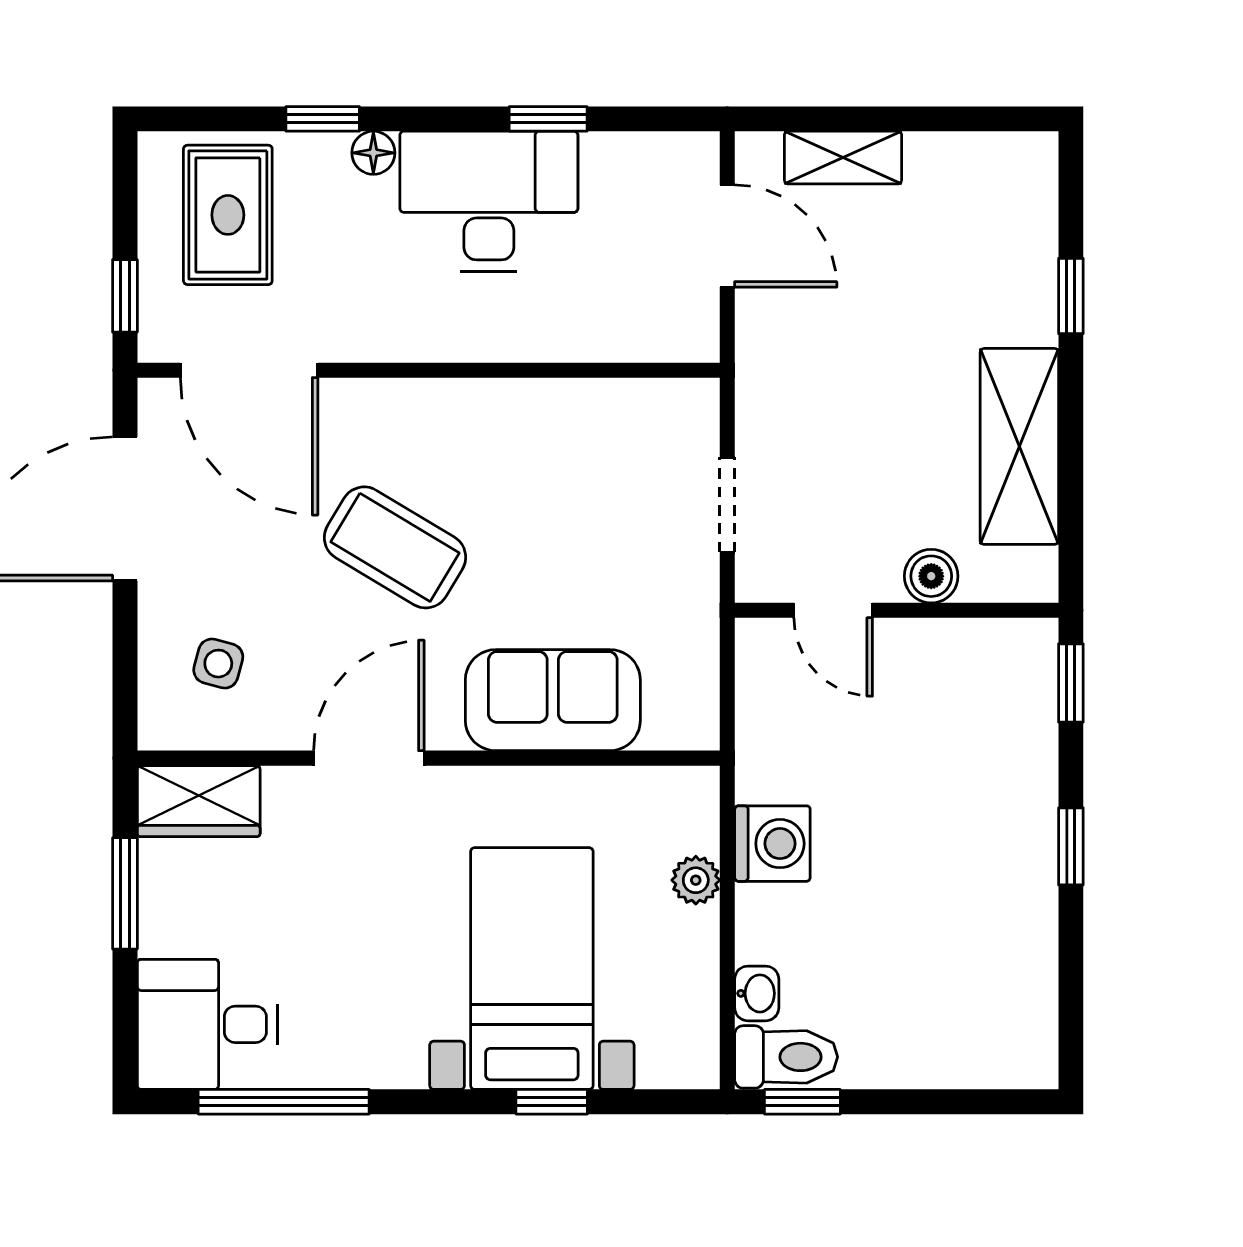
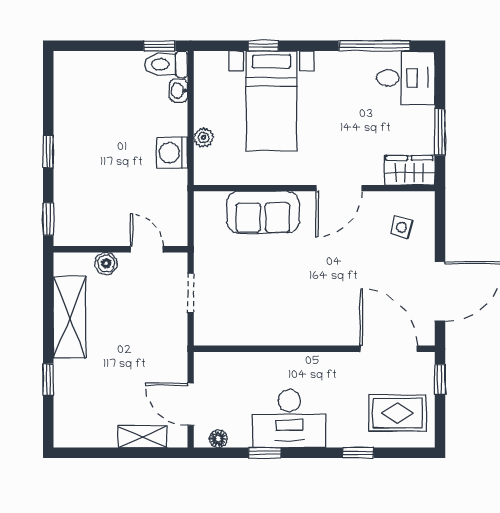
floor lamp: (373, 153) -> (218, 439), moved
rug: (228, 215) -> (397, 413), turned 90
coffee table: (395, 547) -> (328, 275), removed

